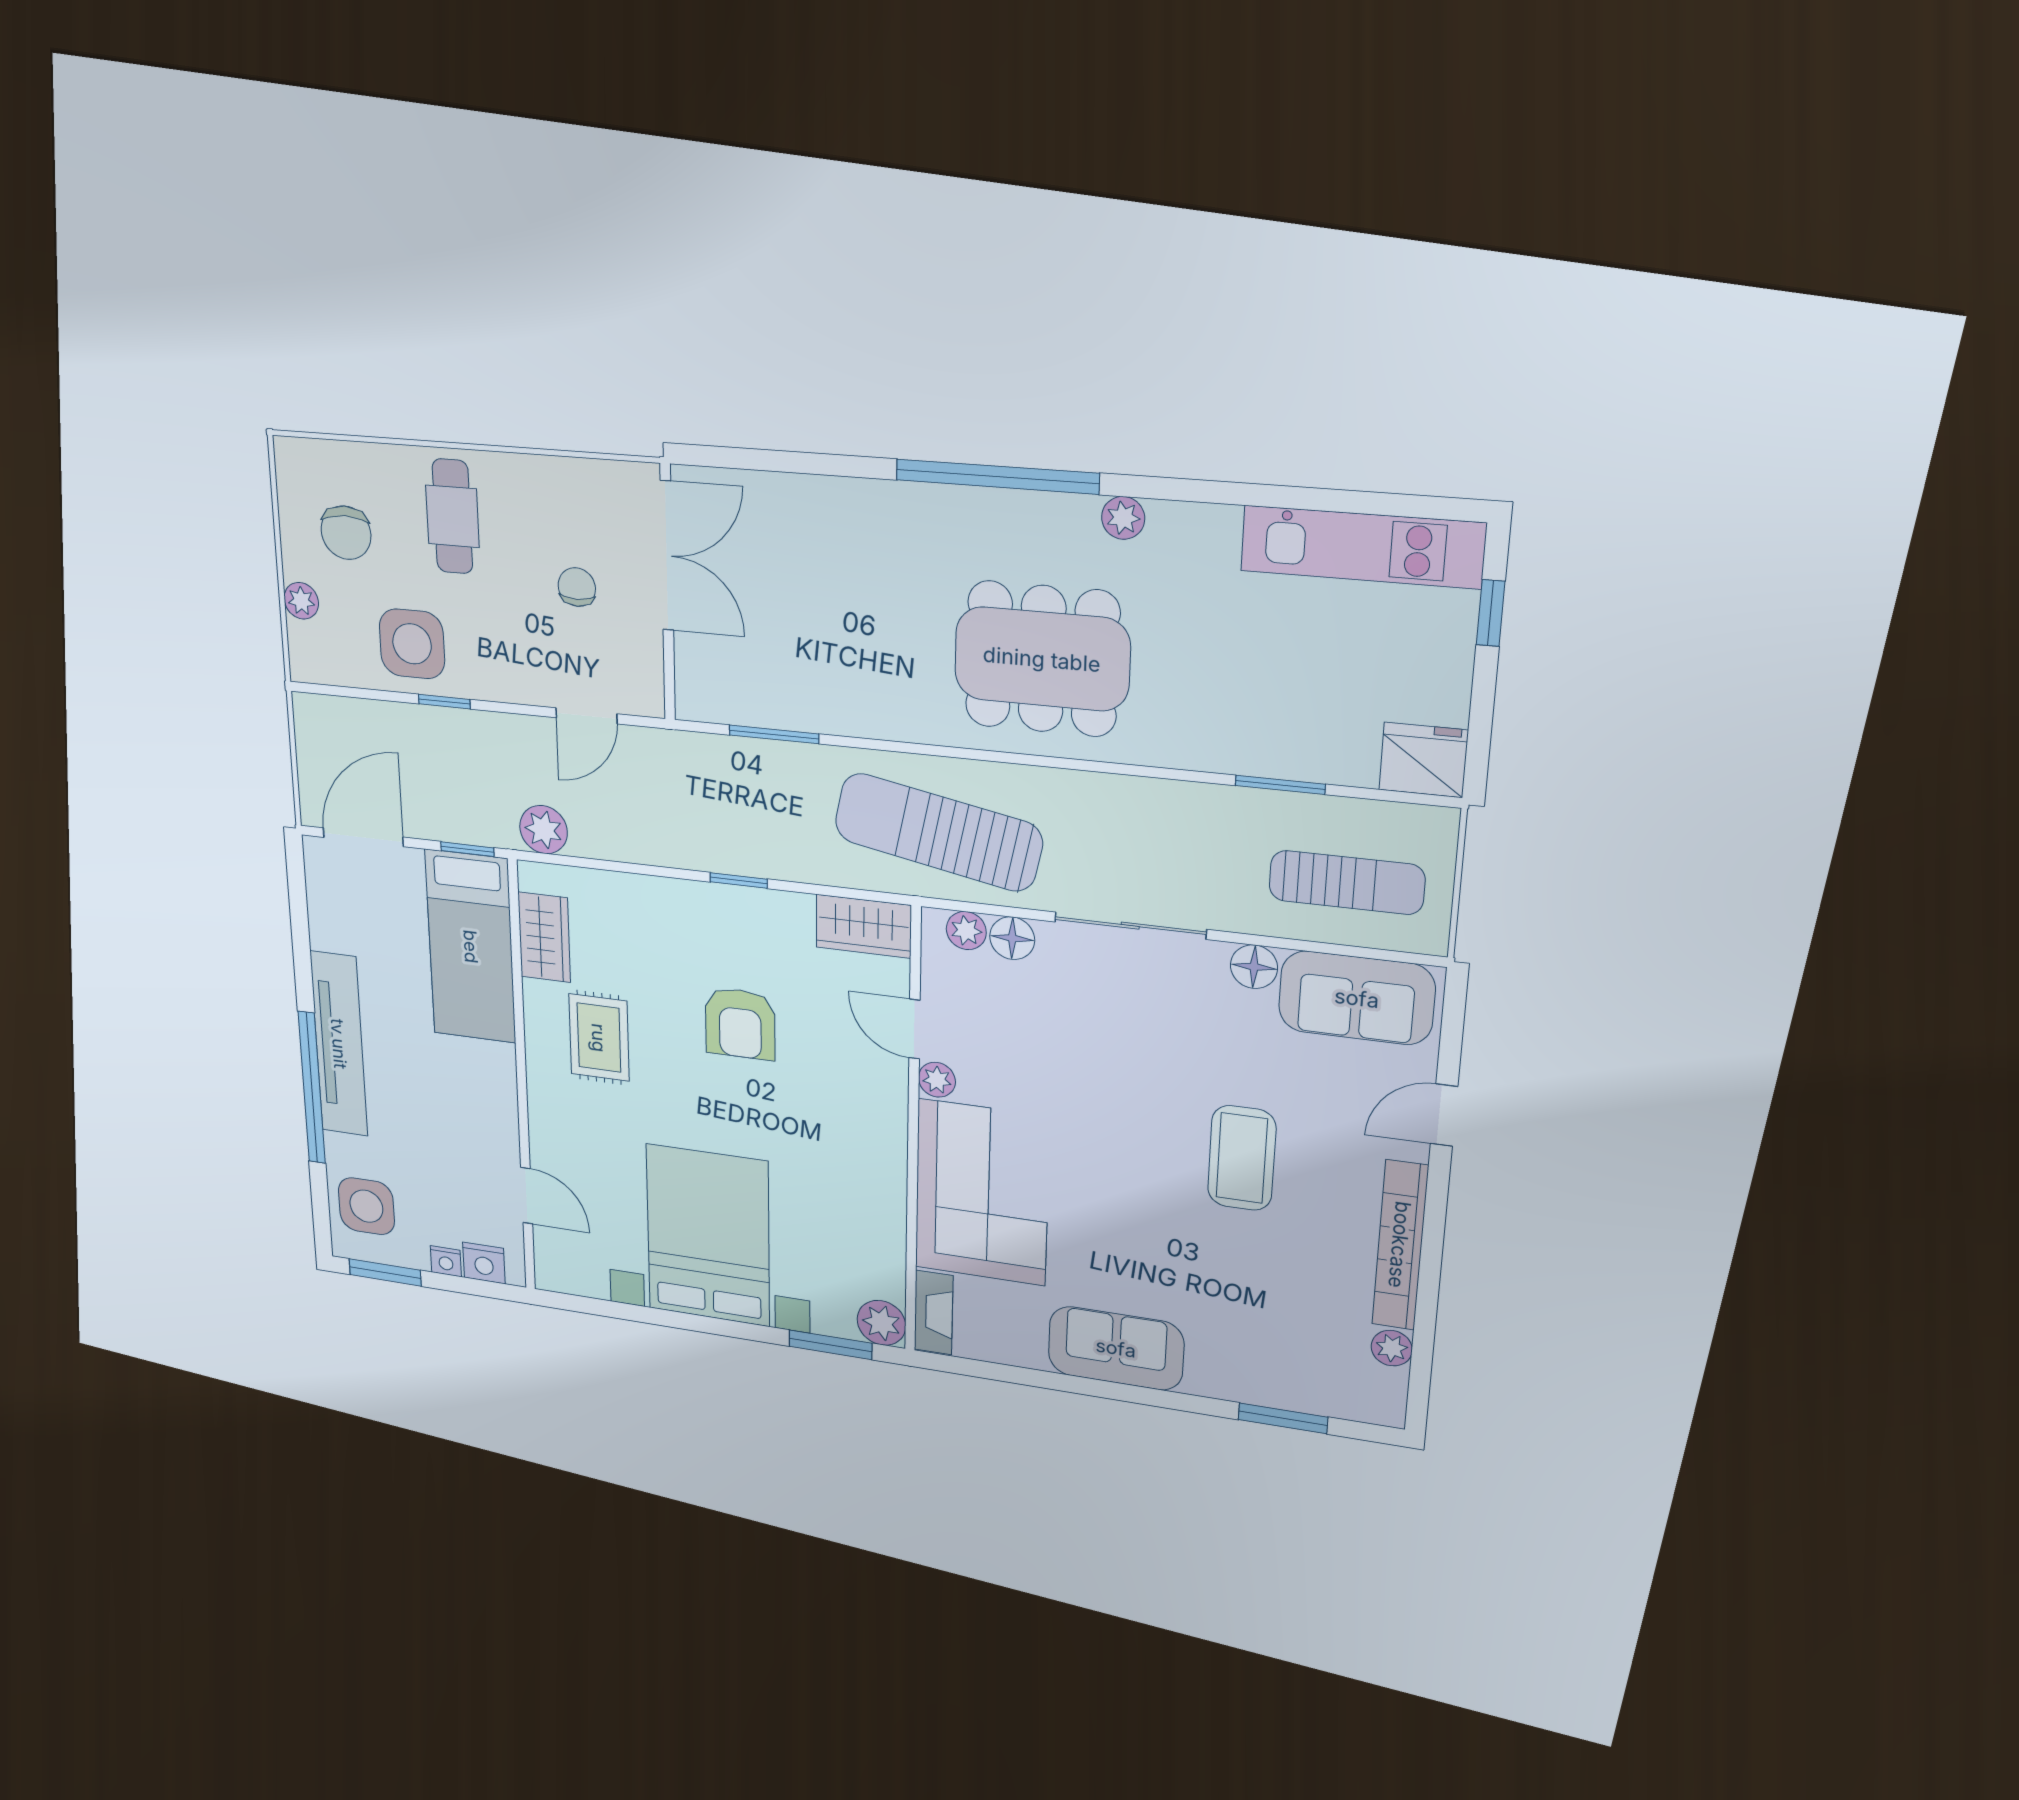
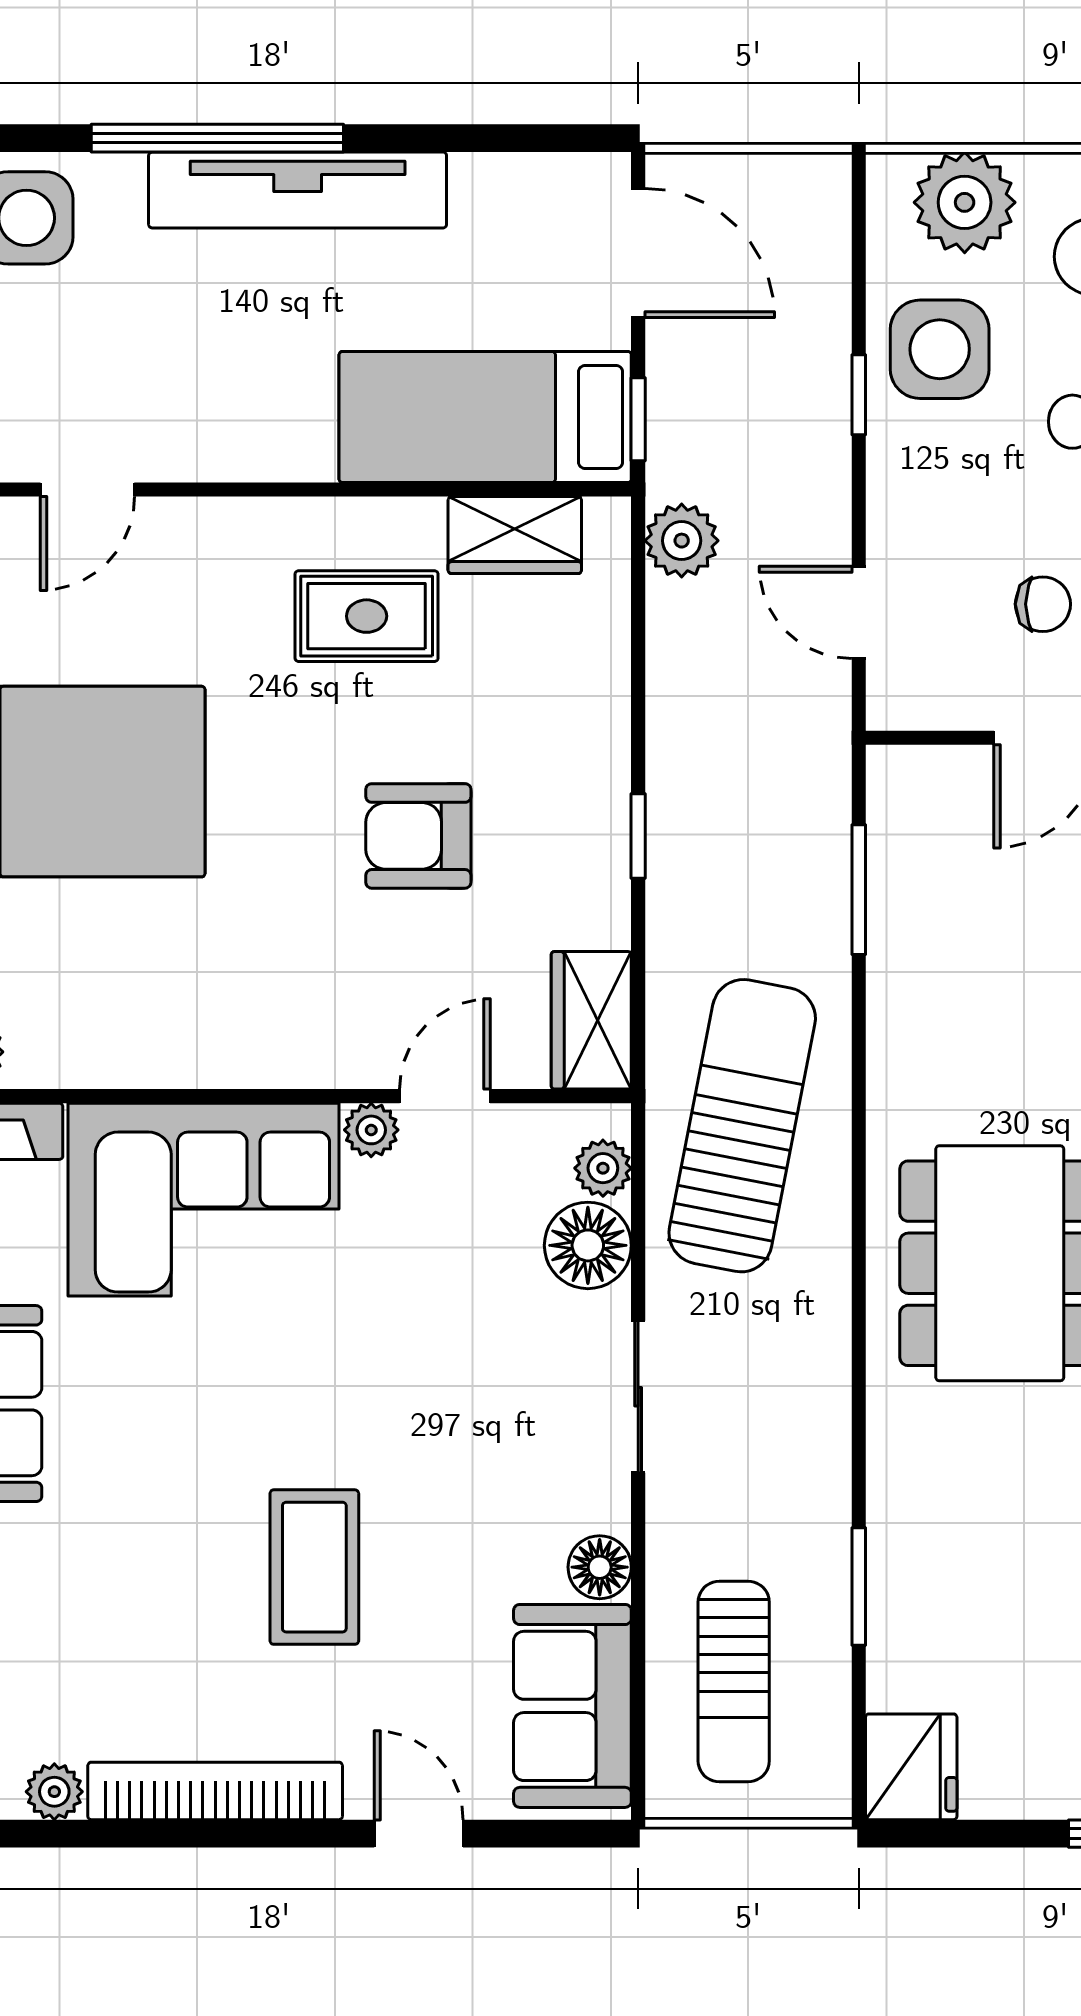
plant: (301, 601) -> (965, 202), width x1.88, depth x1.88
sliding door: (1130, 926) -> (638, 1397), width x0.73
floor lamp: (1012, 938) -> (588, 1245), width x1.38, depth x1.38
coffee table: (1242, 1158) -> (314, 1567), turned 90

